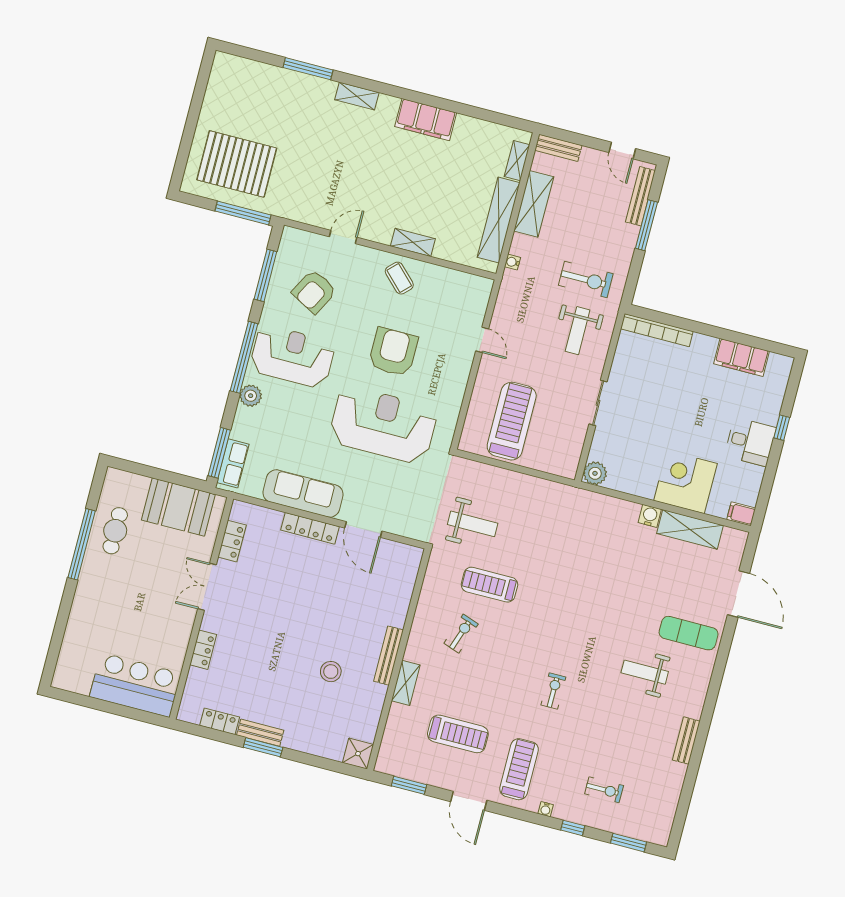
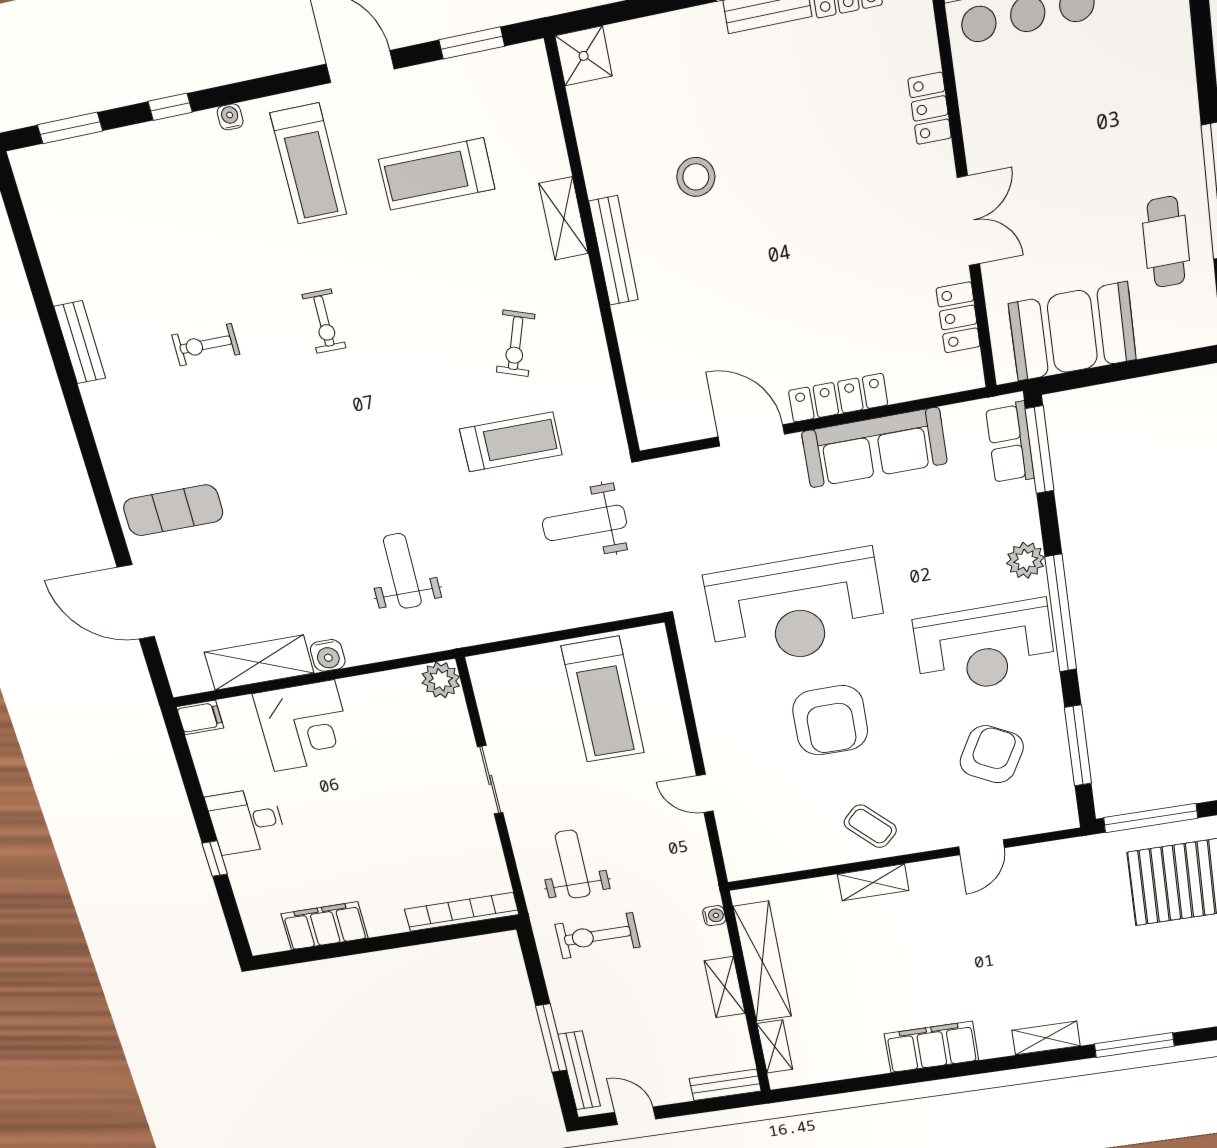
shelving: (534, 204) -> (725, 987), width x0.67, depth x0.75
weight bench: (645, 672) -> (402, 571), moved, turned -90
exercise bike: (604, 790) -> (206, 345), moved

